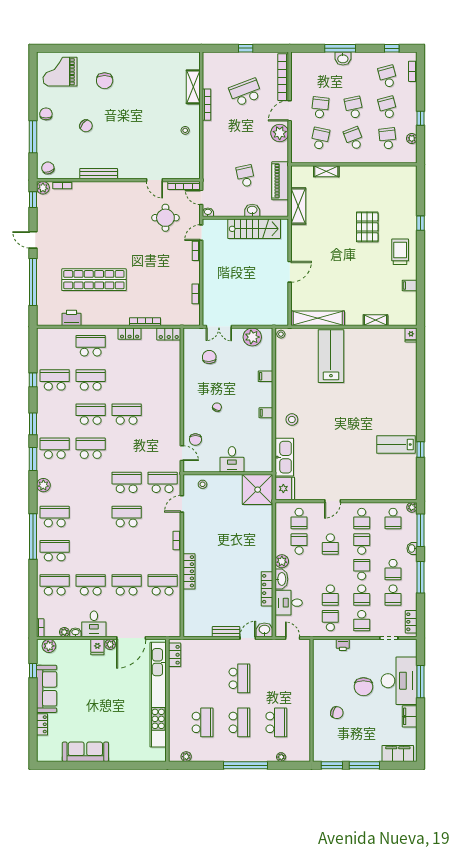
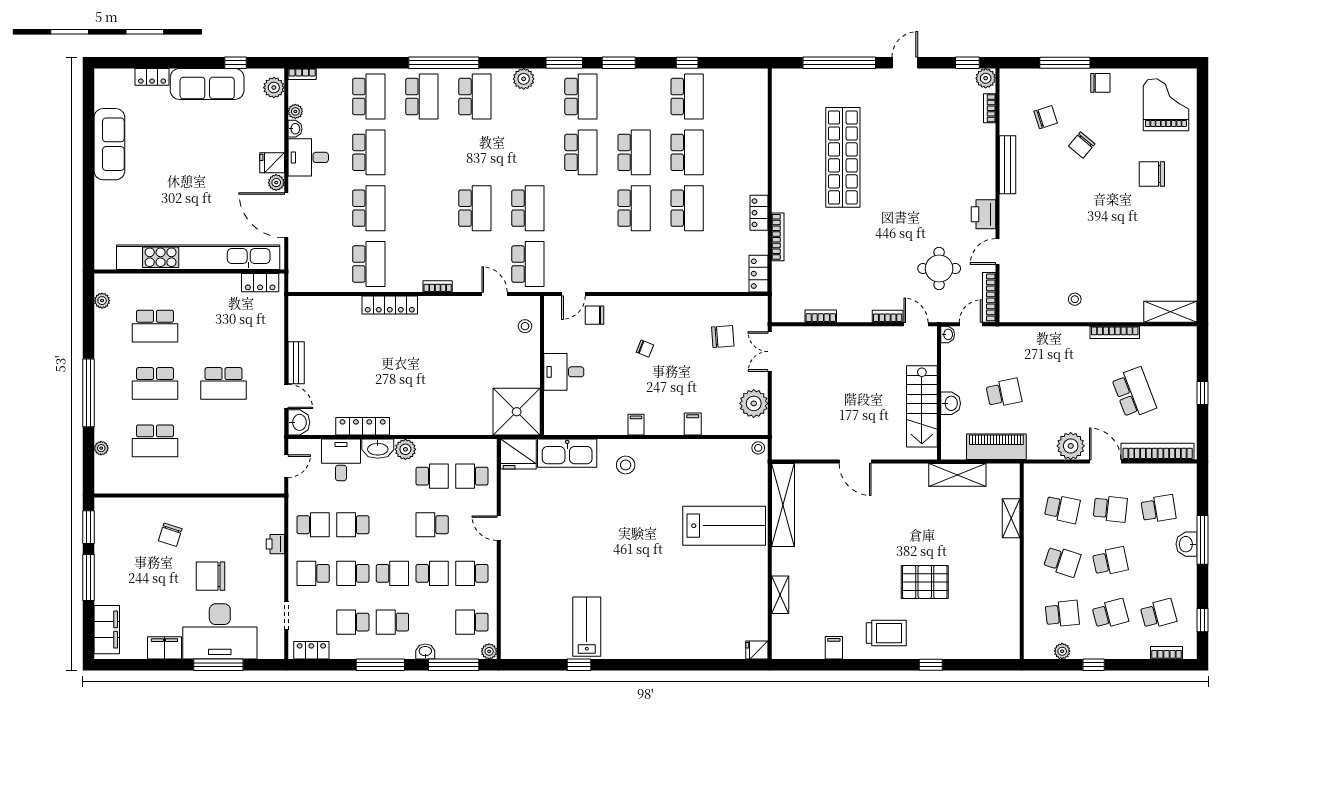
school desk: (320, 77) -> (1158, 509), added
shelving: (193, 87) -> (1170, 312), moved
school desk: (354, 138) -> (1062, 561), turned 39
chair: (48, 168) -> (1046, 117), moved
printer: (71, 318) -> (983, 214), moved, turned 180
school desk: (91, 346) -> (687, 208), moved

